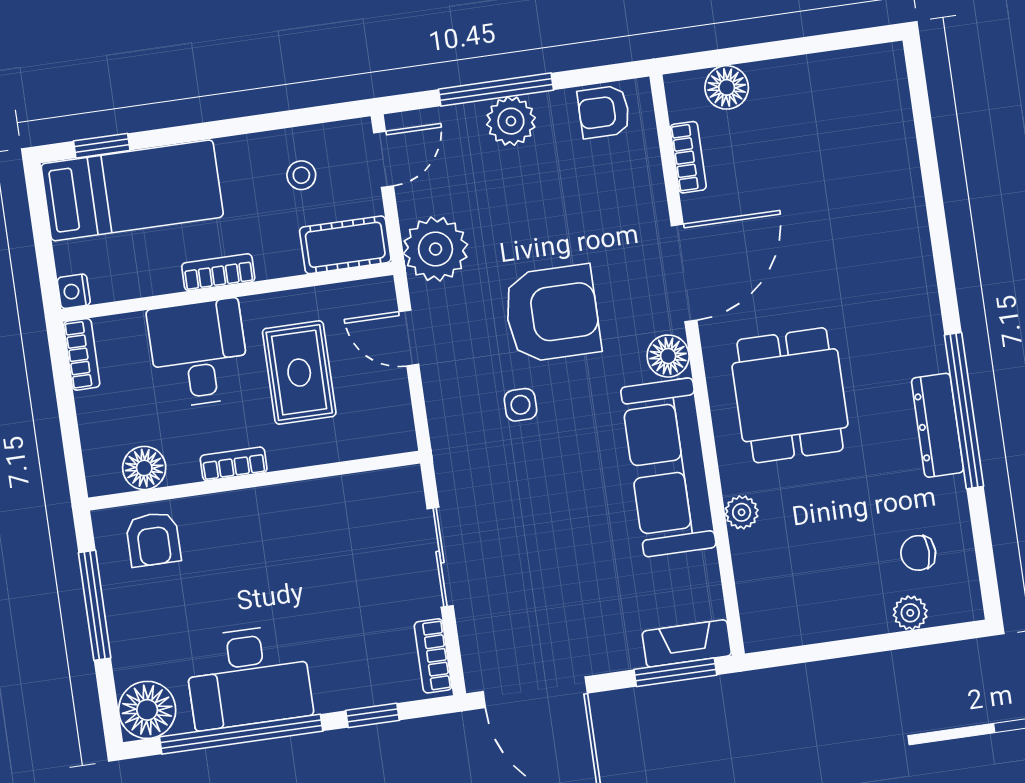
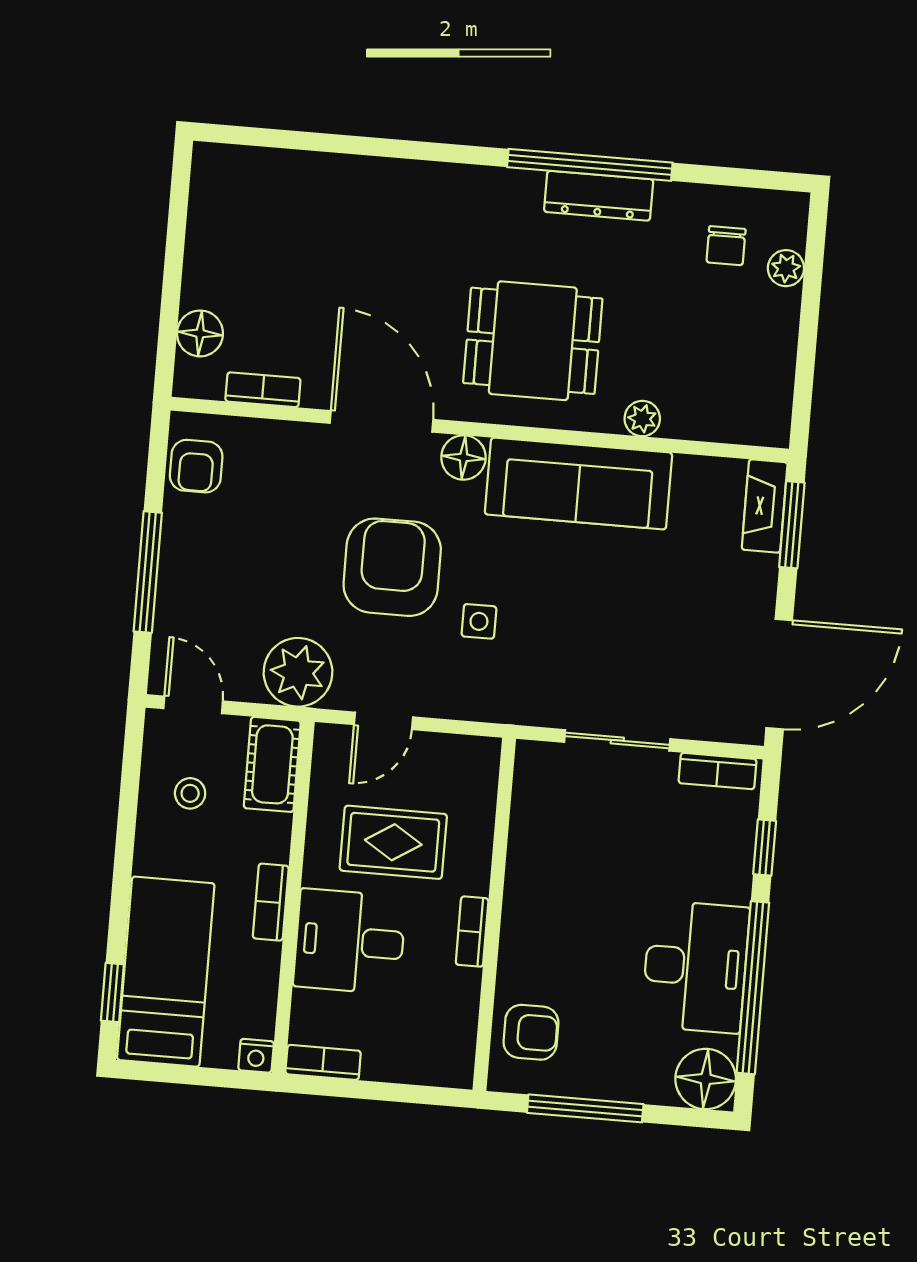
plant: (511, 121) -> (184, 564), removed
floor lamp: (144, 468) -> (455, 1025), removed

